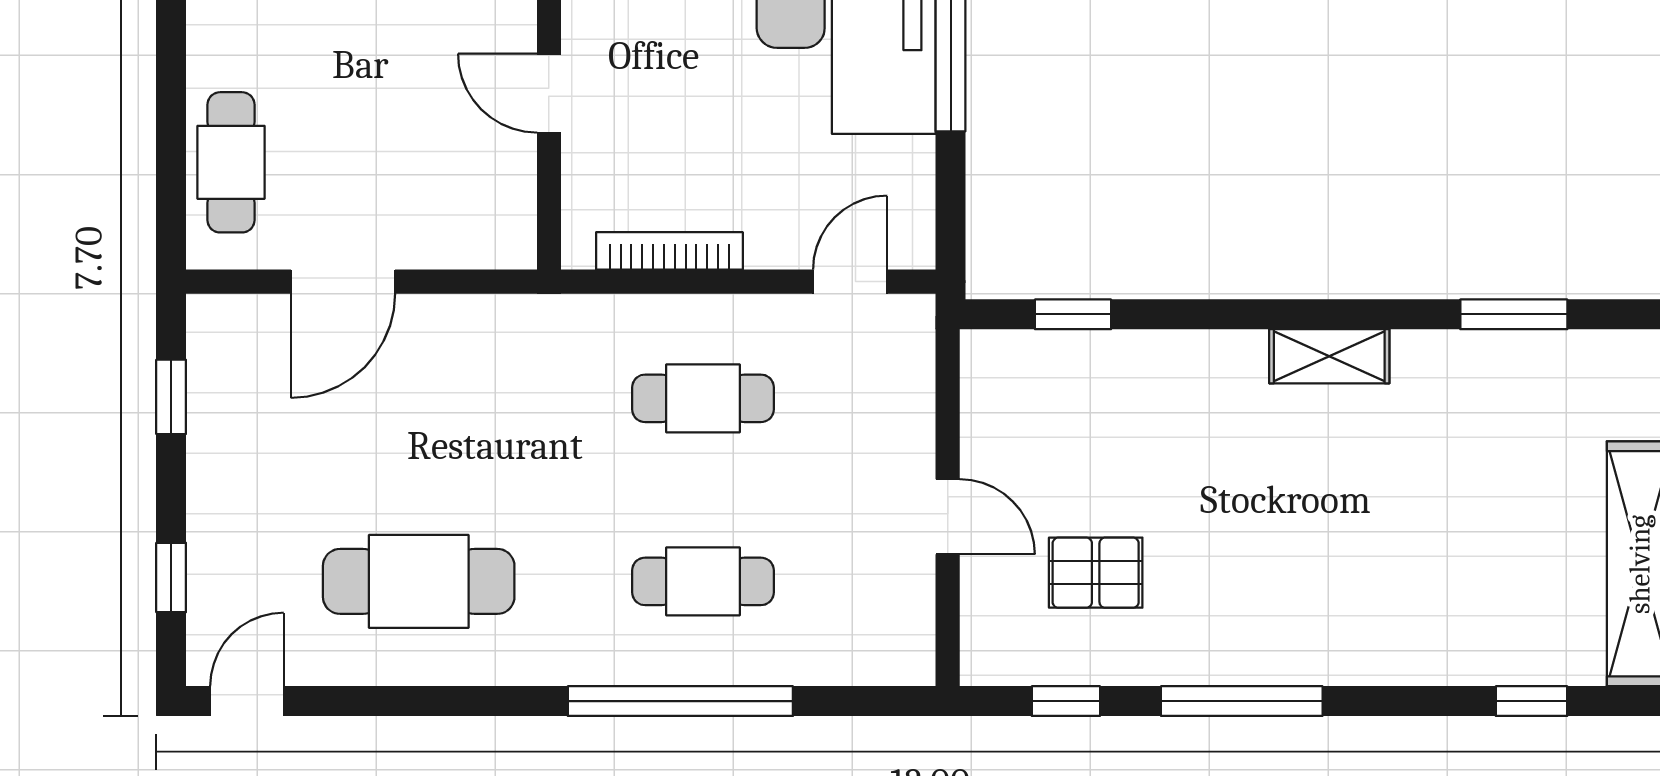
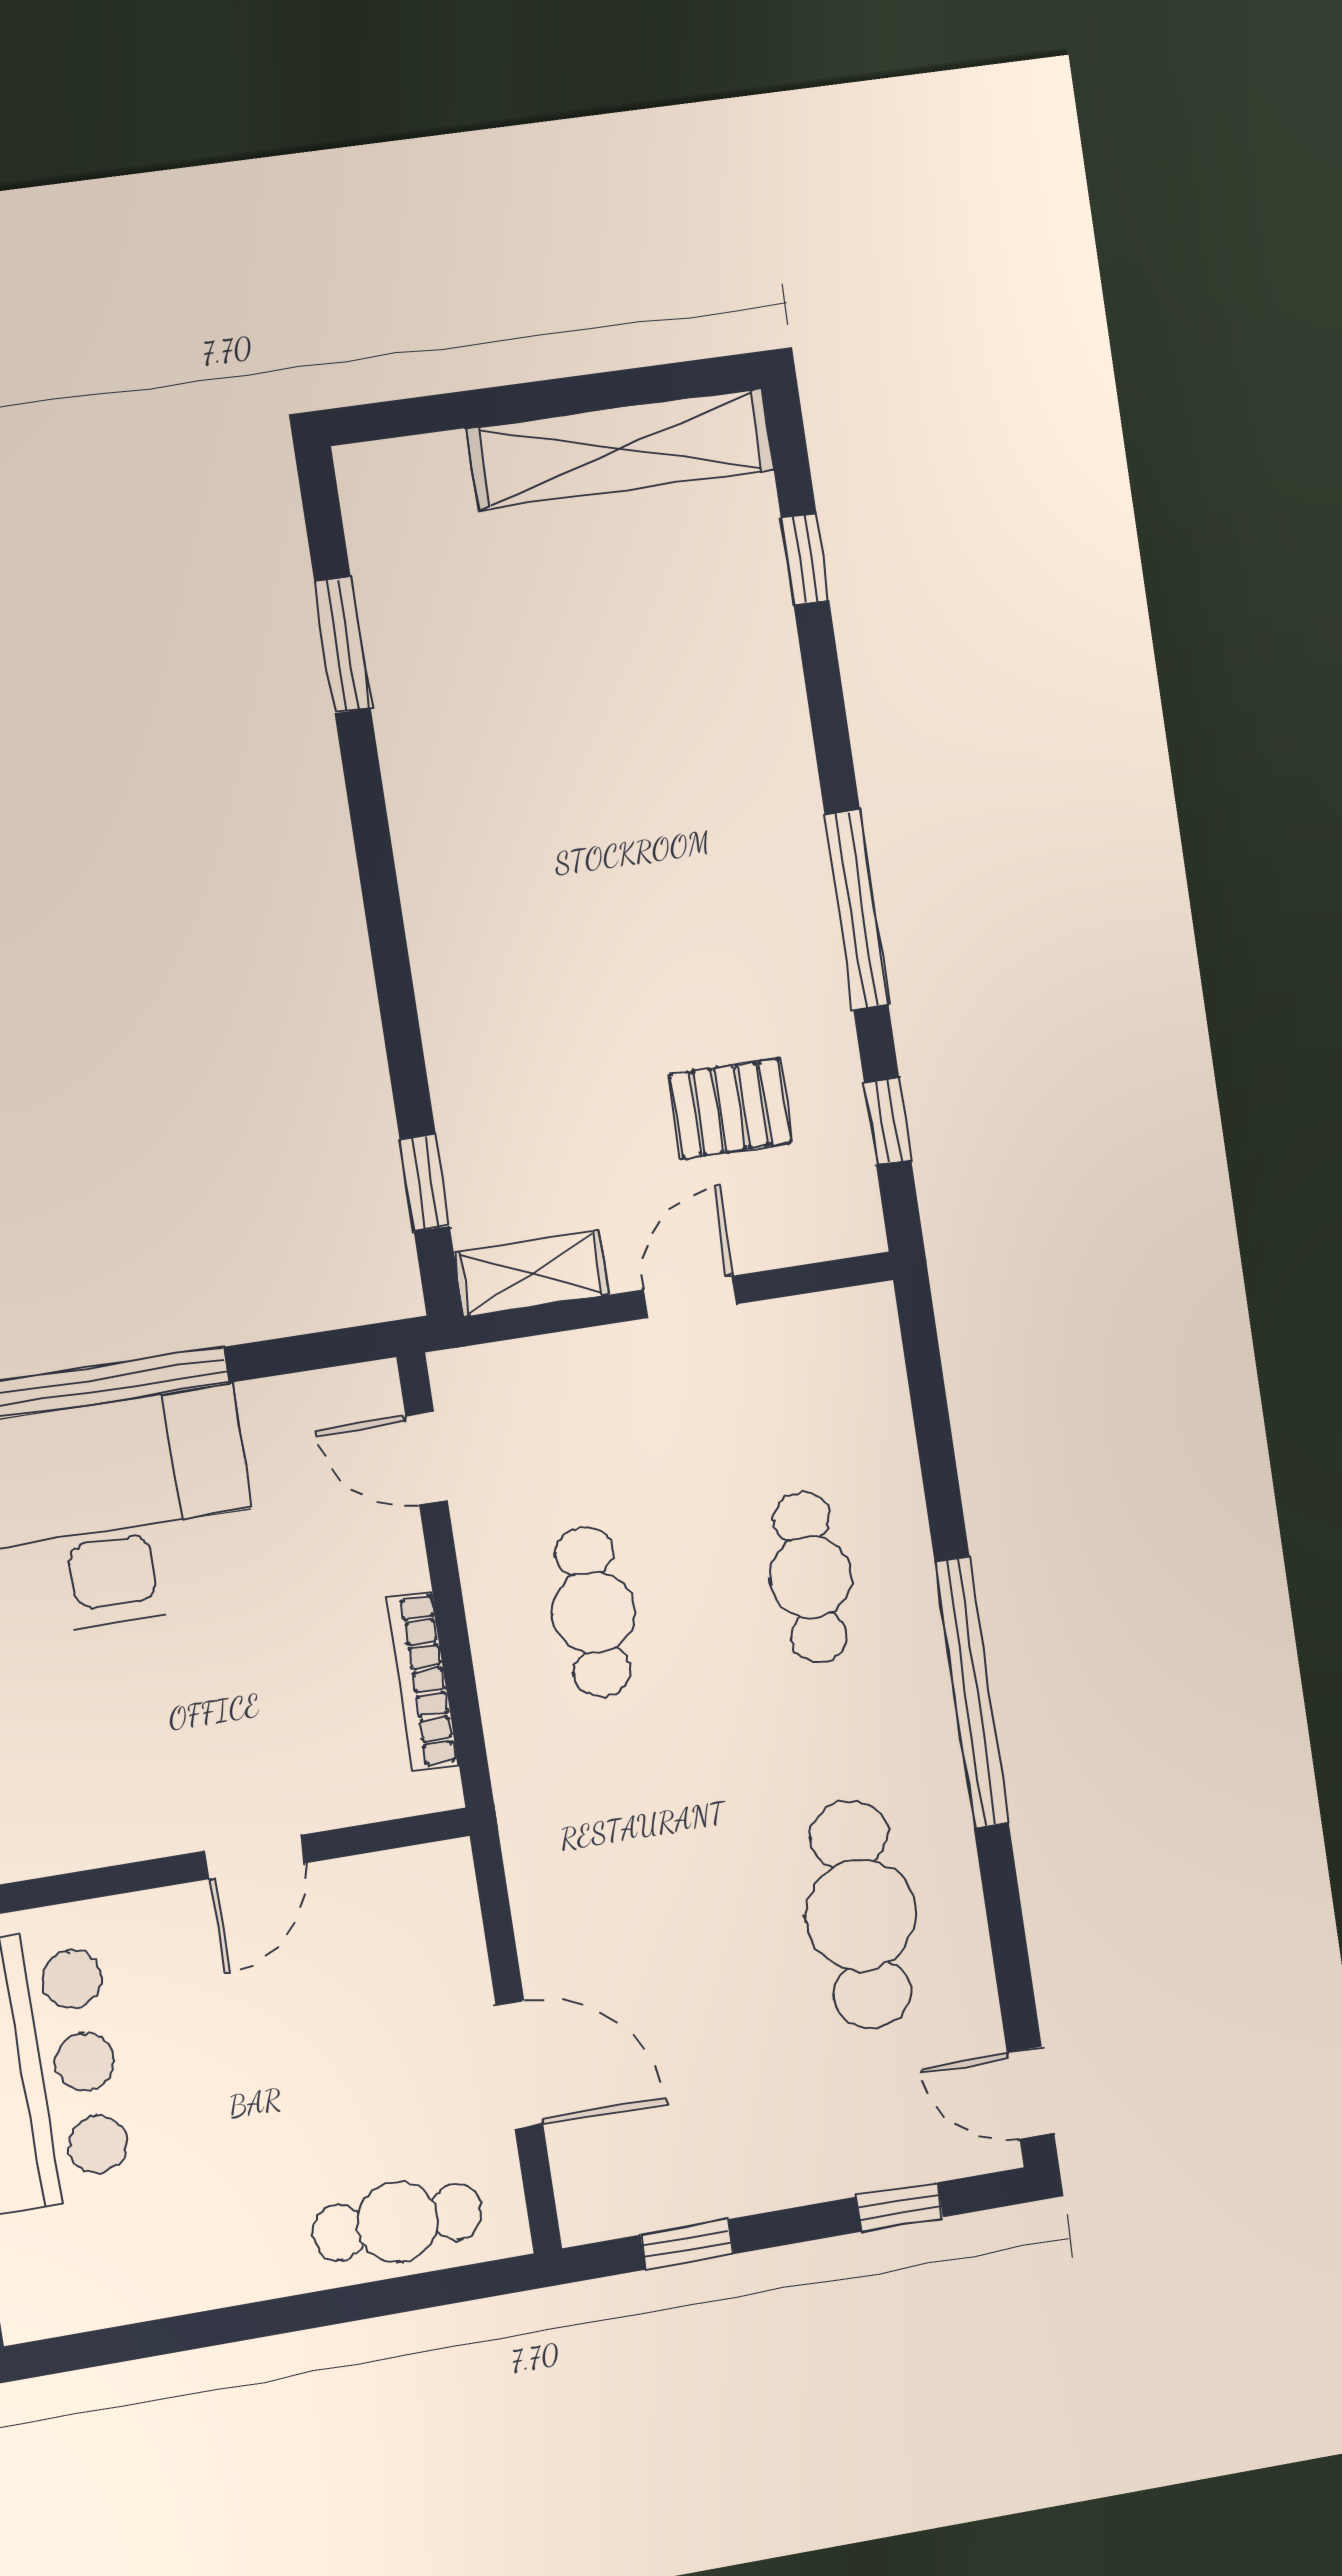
shelving: (1329, 356) -> (531, 1273), moved, turned 90
pallet: (1096, 573) -> (730, 1109), turned 90
window: (680, 701) -> (972, 1692), moved

